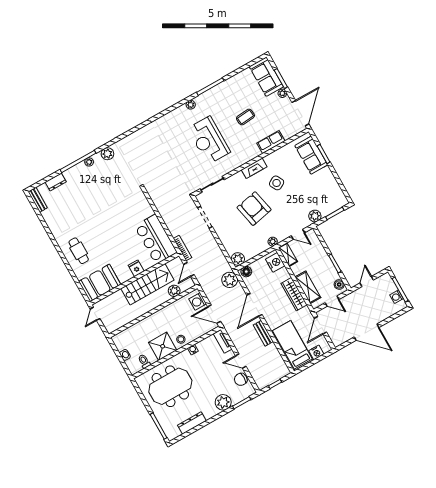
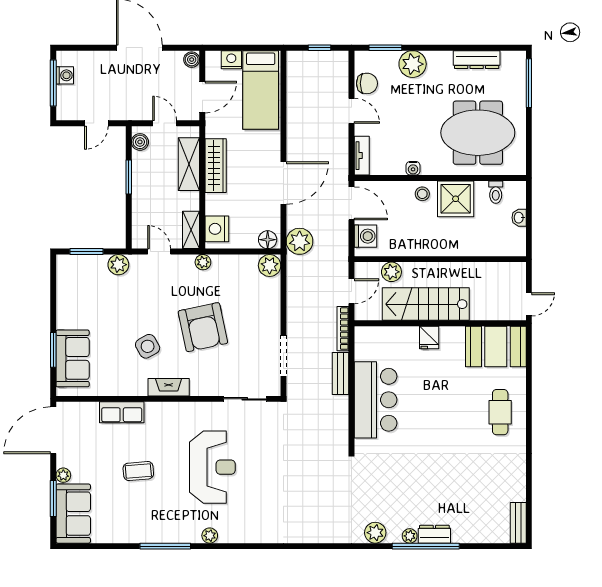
dresser: (56, 182) -> (434, 534), moved
bar counter: (156, 239) -> (376, 400), moved
bench: (263, 333) -> (341, 373), moved
boiler: (337, 341) -> (192, 60), added

